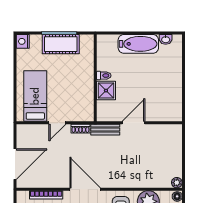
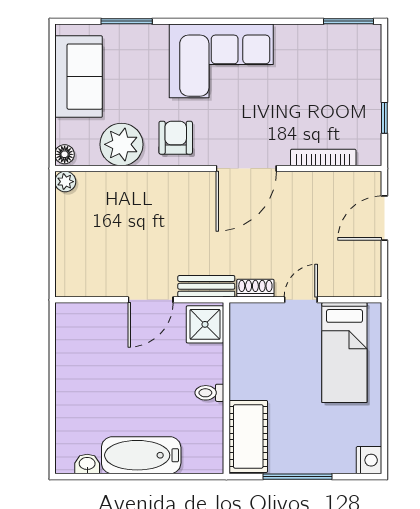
cot: (61, 44) -> (248, 436), moved, turned 90
shower: (106, 91) -> (205, 324), moved
door: (15, 164) -> (384, 218), width x0.73
door: (85, 189) -> (246, 169), hinge flipped

